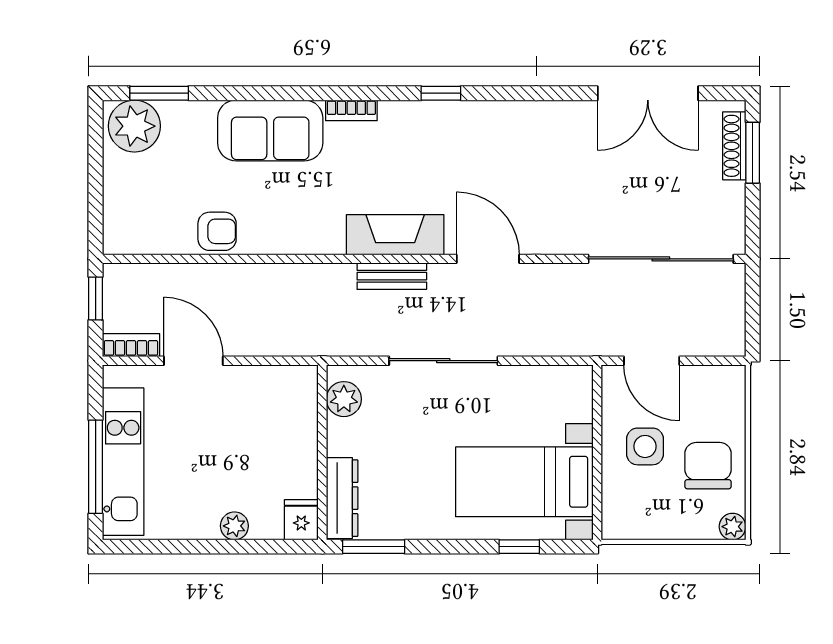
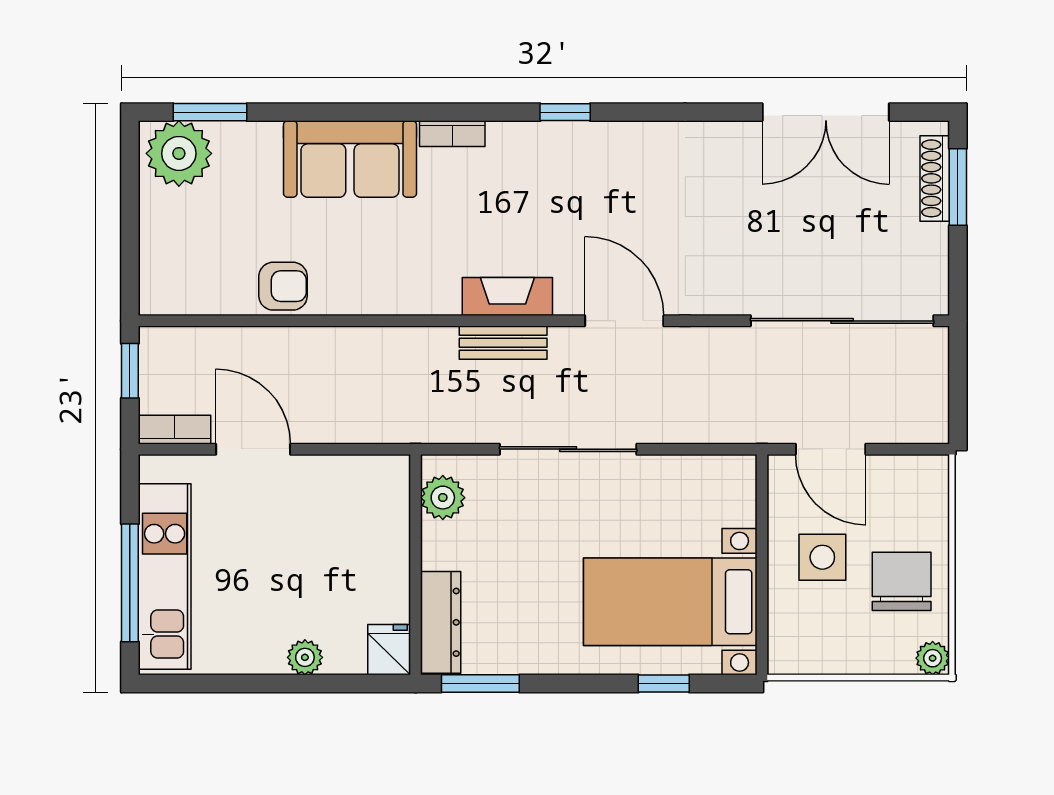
fireplace: (395, 235) -> (507, 297), width x0.73, depth x0.76

